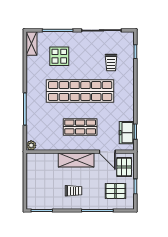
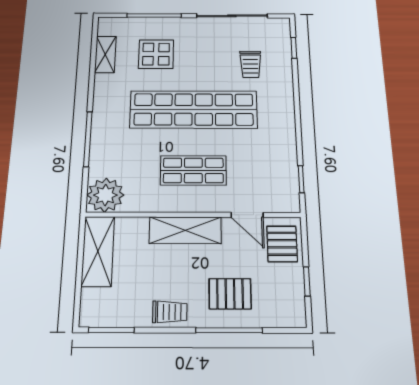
shelving: (31, 43) -> (105, 54), moved
freezer: (127, 133) -> (285, 181), removed
plant: (31, 145) -> (105, 195), width x1.87, depth x1.87
shelving: (33, 171) -> (98, 251), added
trolley: (73, 191) -> (170, 312), moved
pallet: (116, 191) -> (230, 294), moved

